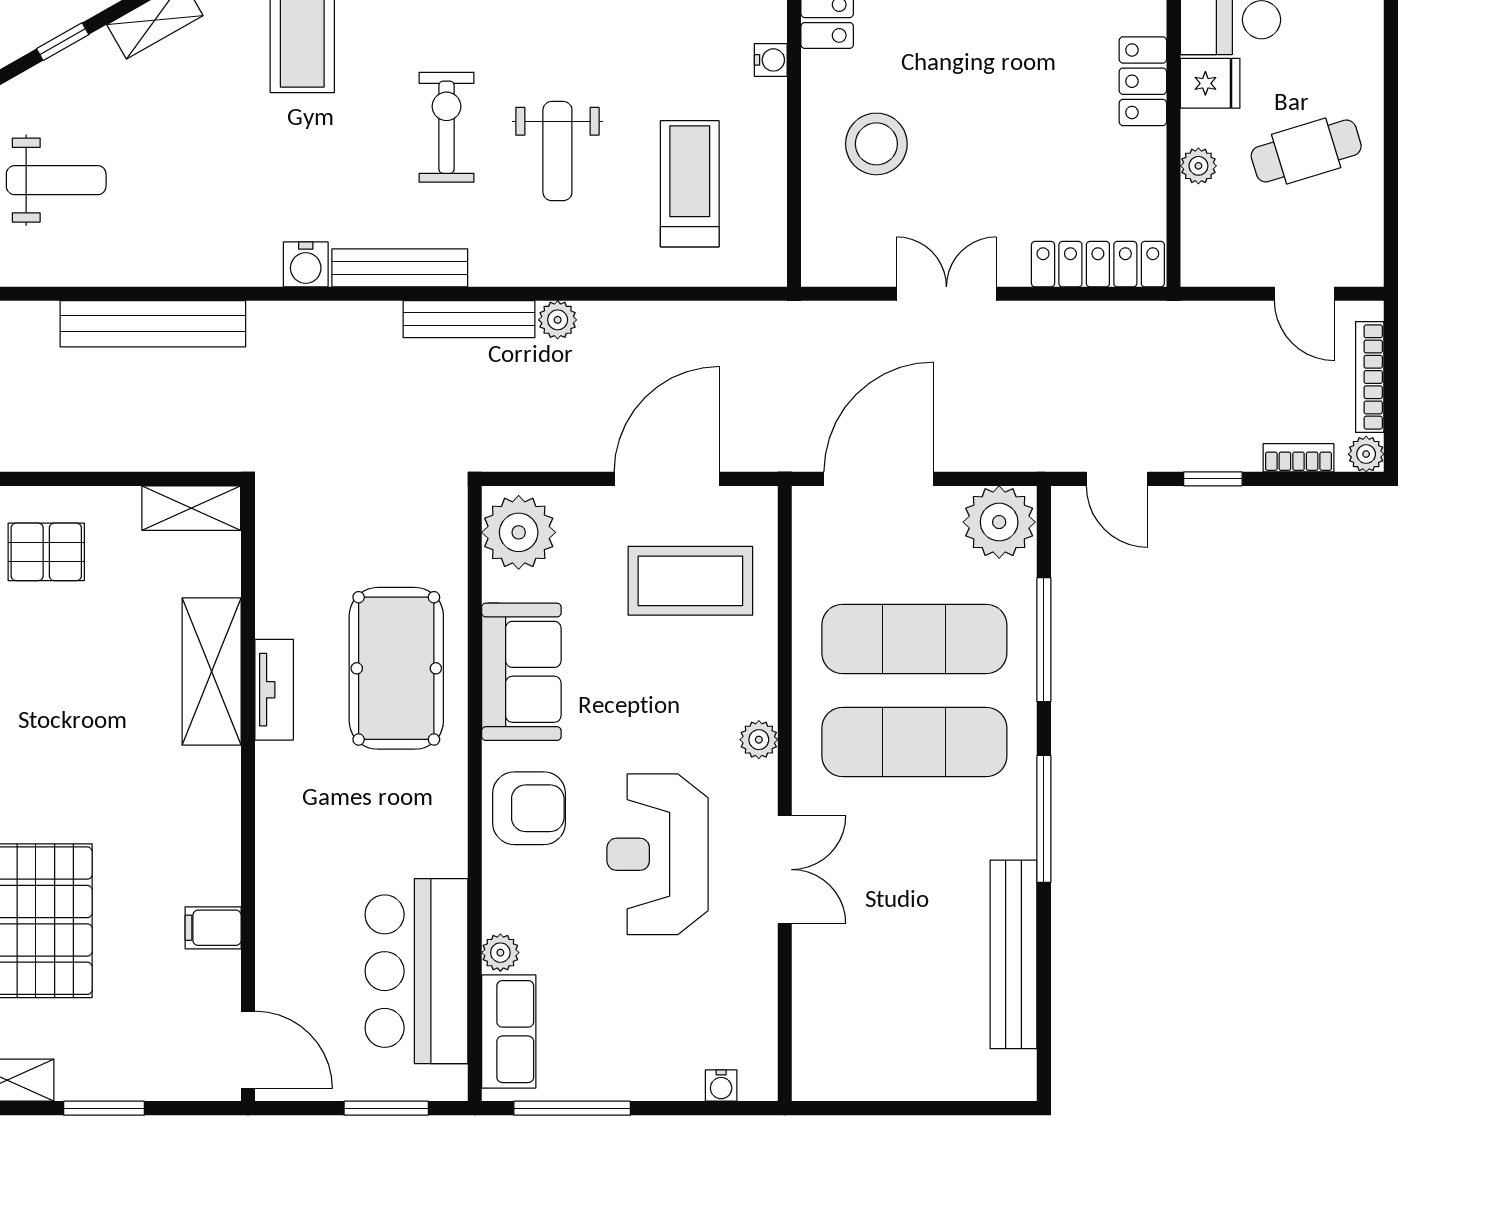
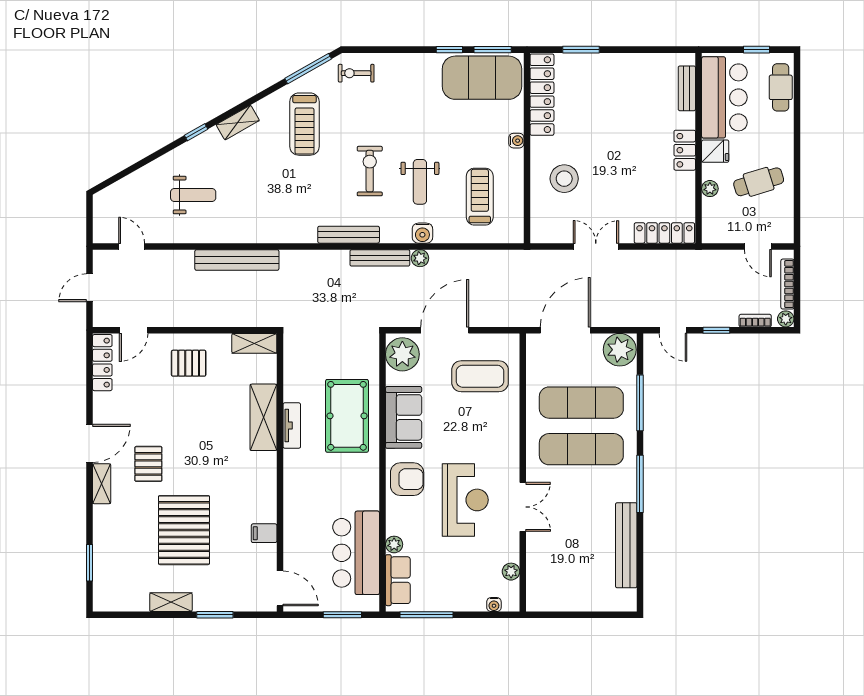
water cooler: (306, 264) -> (422, 233), moved
door: (667, 479) -> (445, 330), moved
plant: (759, 740) -> (511, 572), moved
reception desk: (658, 854) -> (465, 500), turned 180

